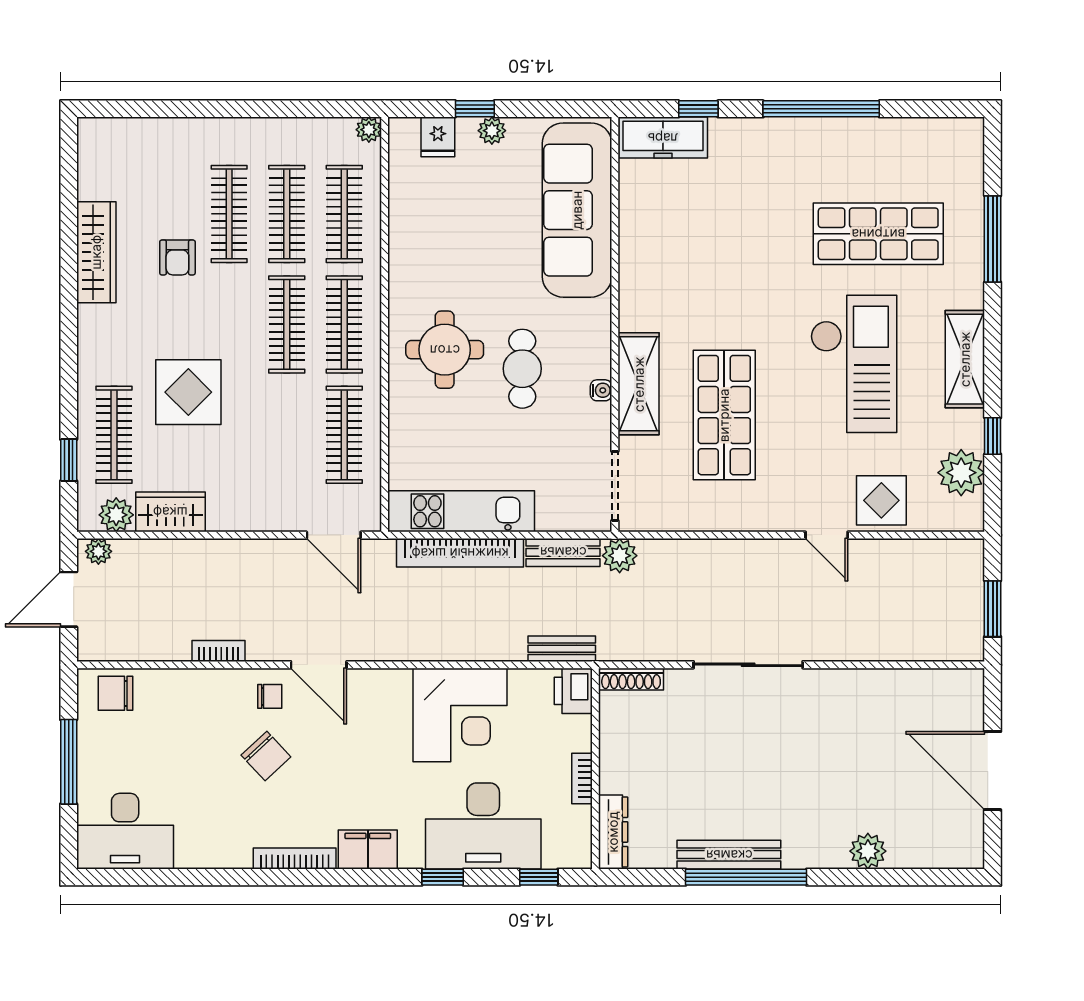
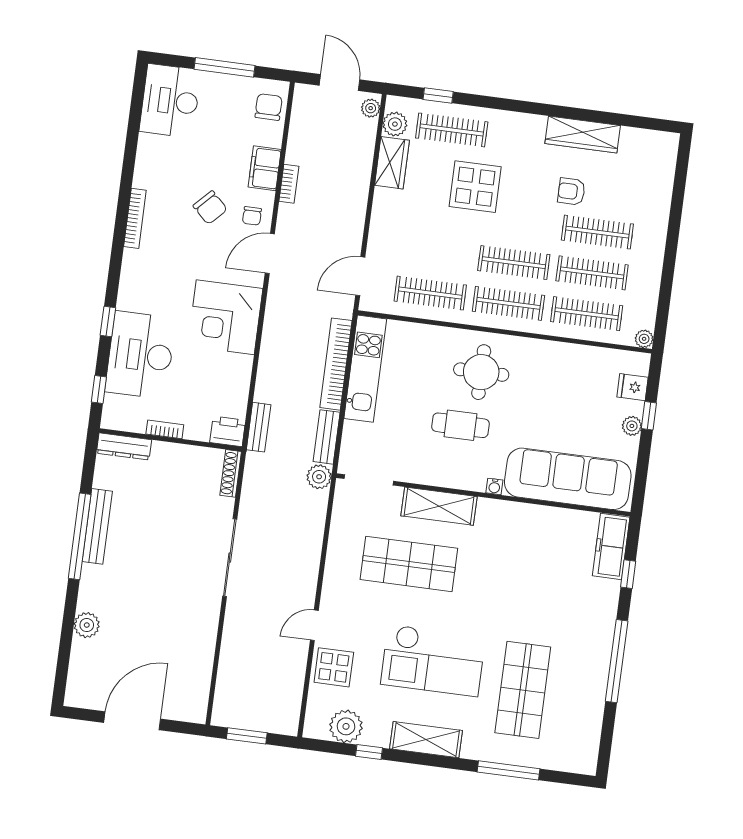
water cooler: (601, 390) -> (494, 486), moved
corner desk: (460, 715) -> (225, 317), moved
chair: (266, 756) -> (210, 208), turned -93
filing cabinet: (368, 850) -> (265, 168), moved, turned 180

